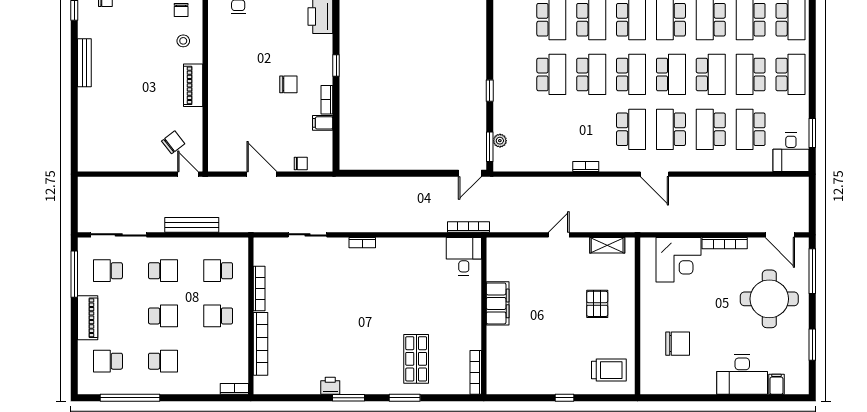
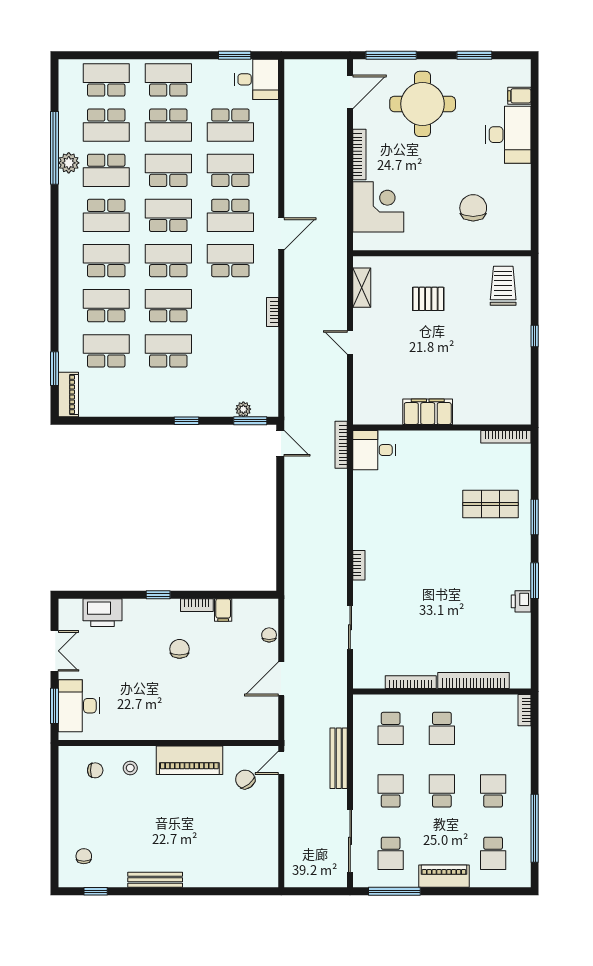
piano: (193, 85) -> (189, 760), width x1.37, depth x1.33
school desk: (711, 129) -> (230, 170), turned 180

